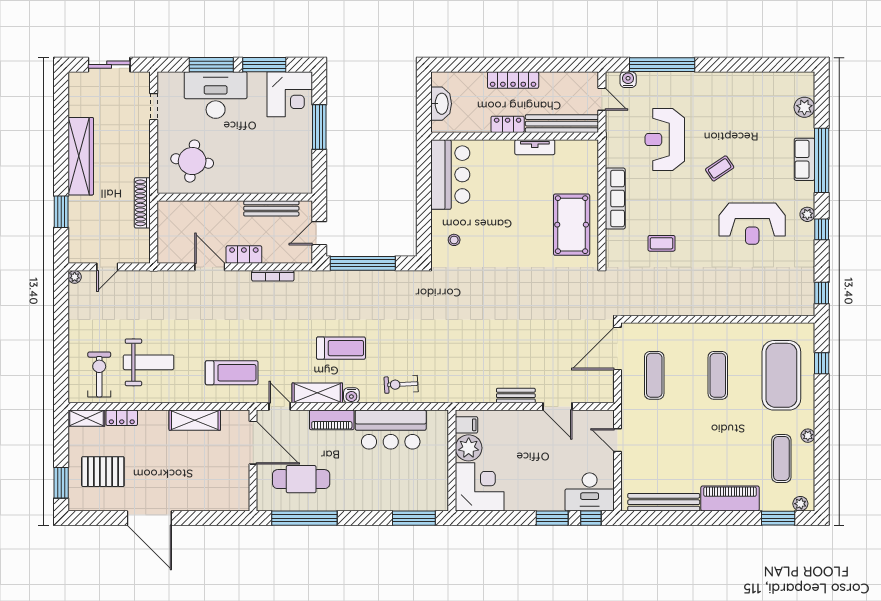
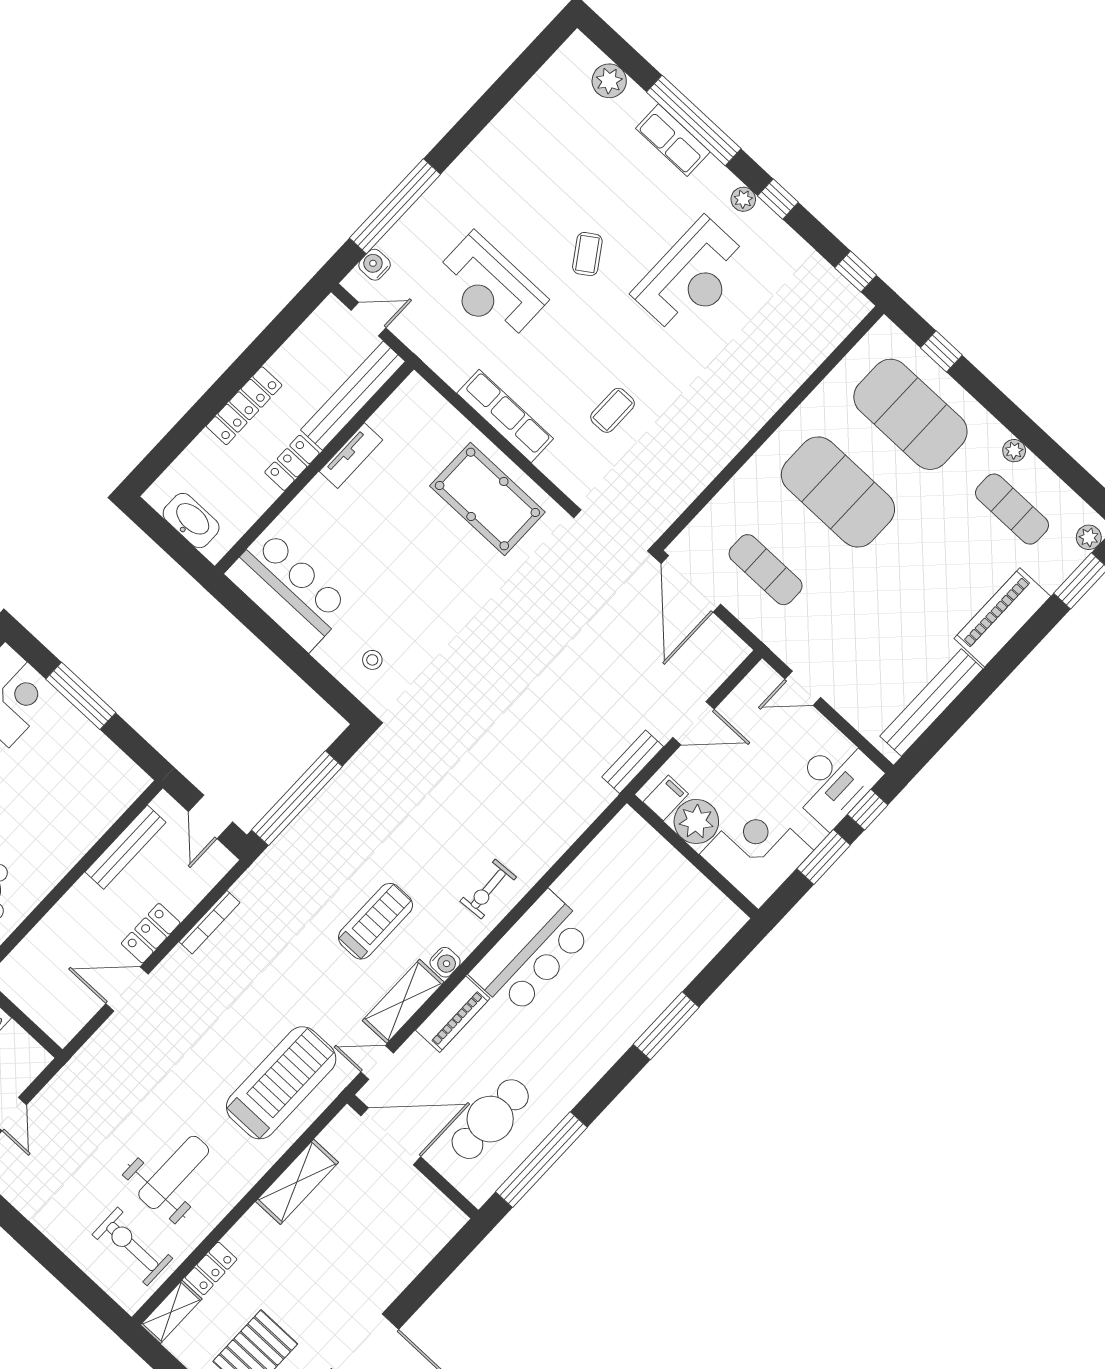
treadmill: (232, 373) -> (281, 1083), width x1.37, depth x1.38
exercise mat: (718, 375) -> (838, 492), width x2.00, depth x1.45
filing cabinet: (466, 425) -> (666, 798), moved
plant: (469, 448) -> (696, 821), moved
wall: (452, 461) -> (693, 856), moved
corner desk: (480, 487) -> (756, 852), moved

